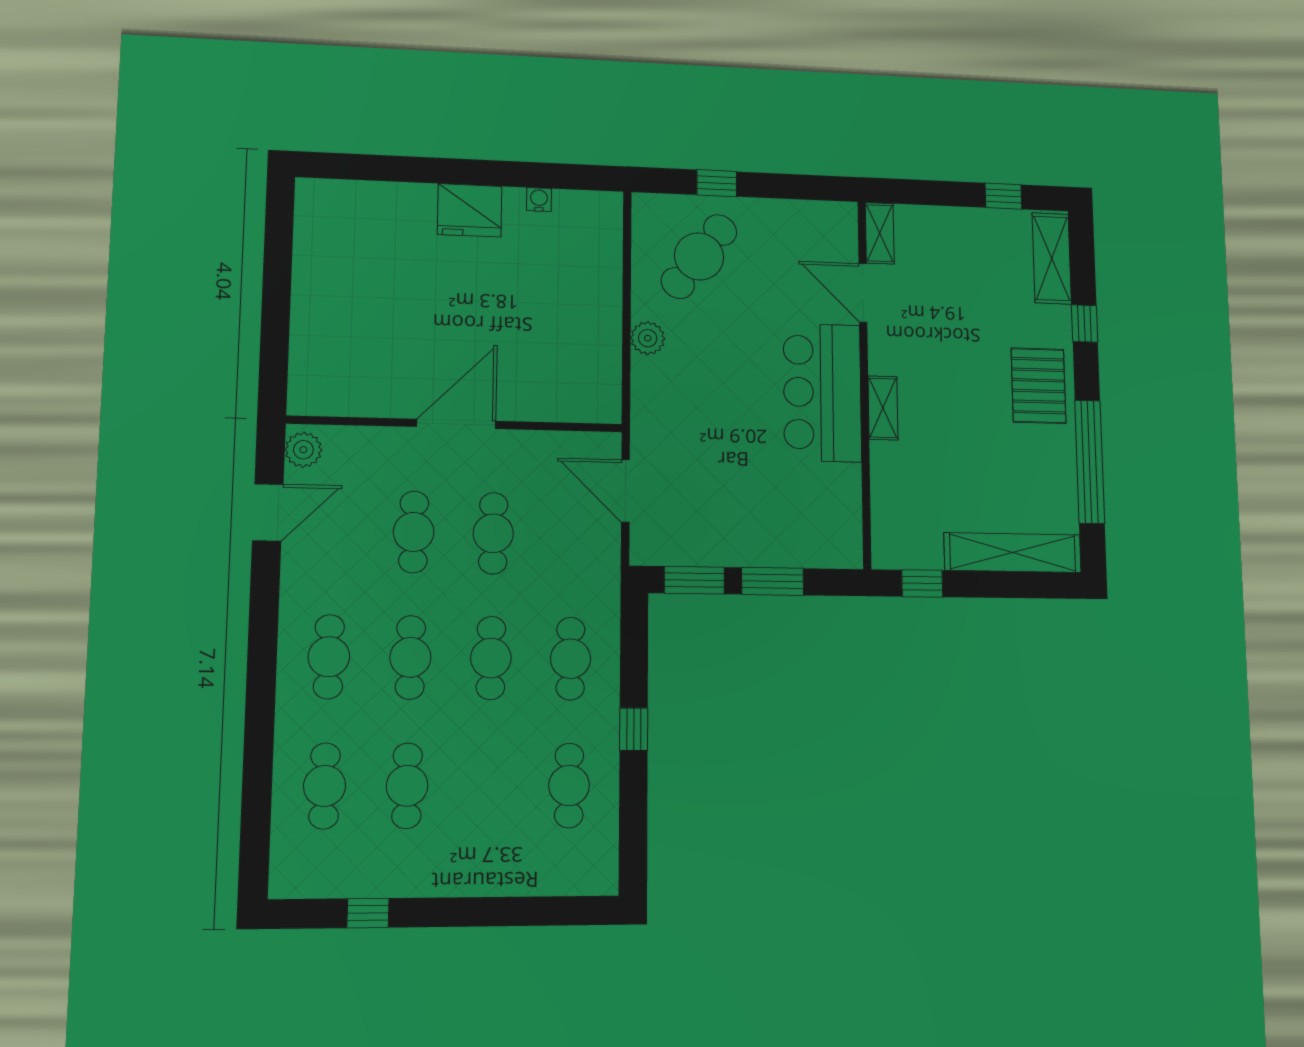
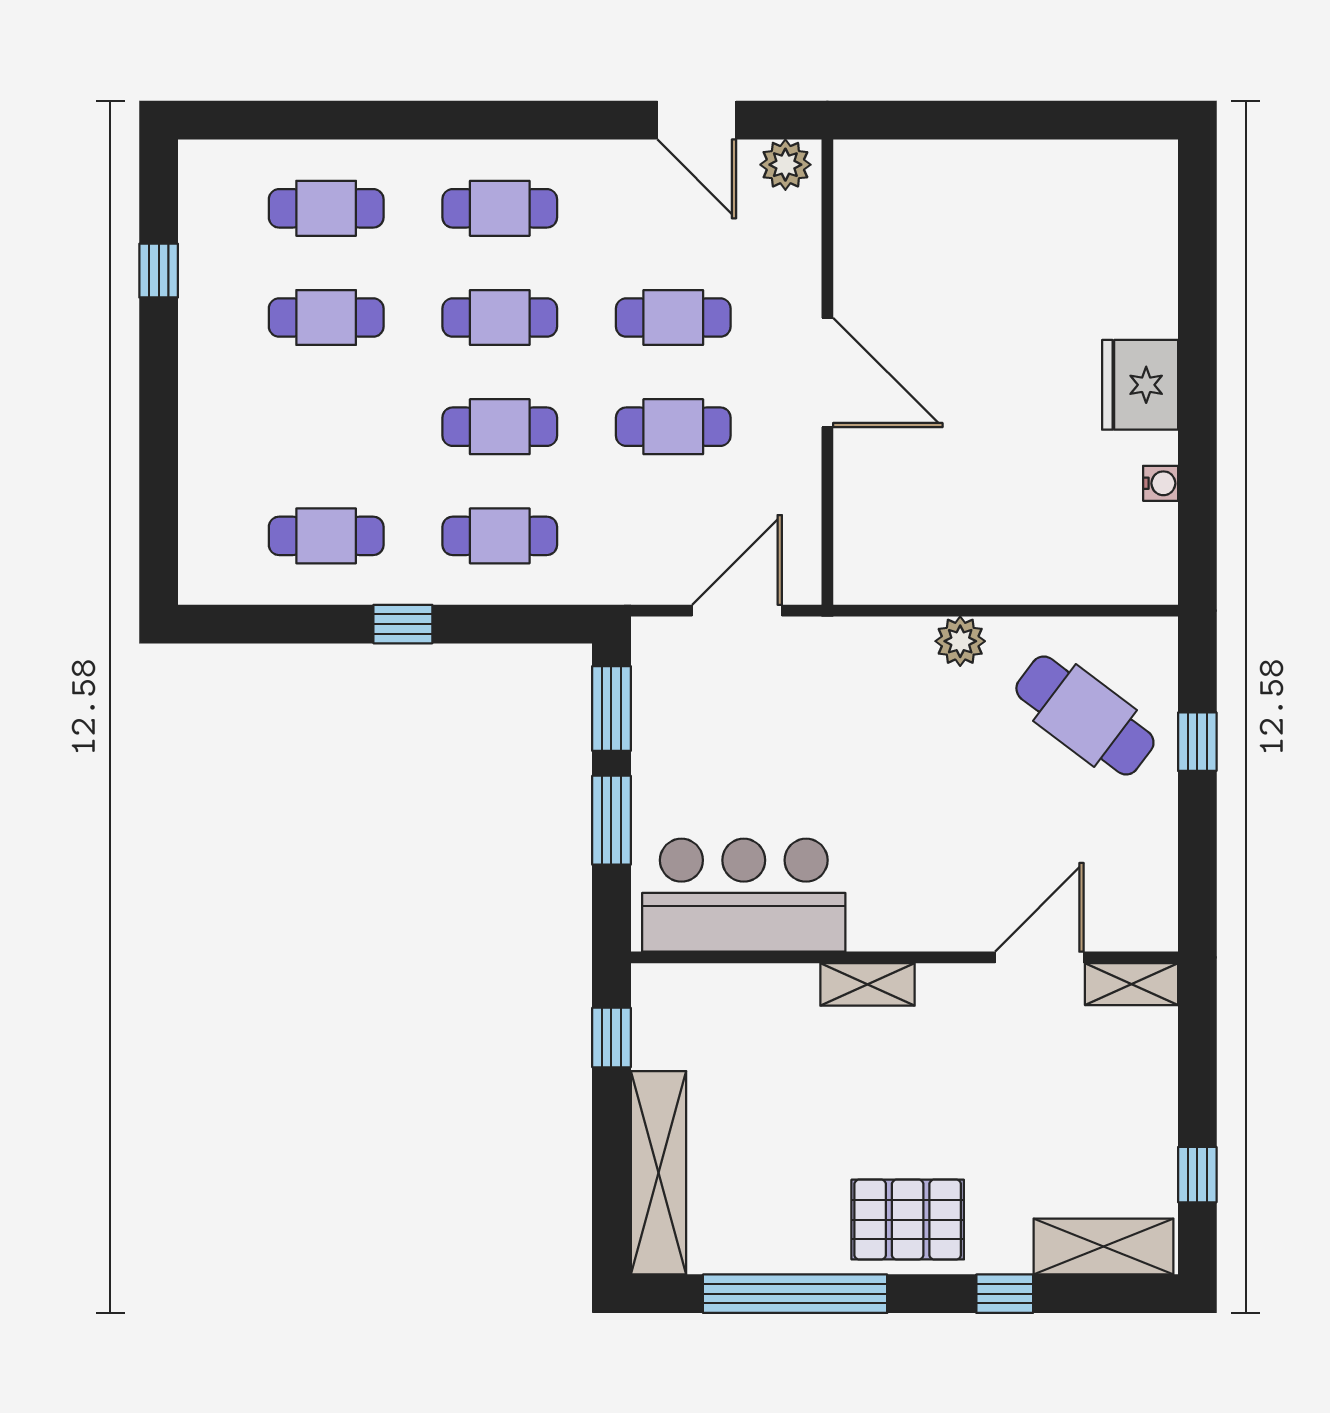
bar counter: (822, 392) -> (744, 895), moved

